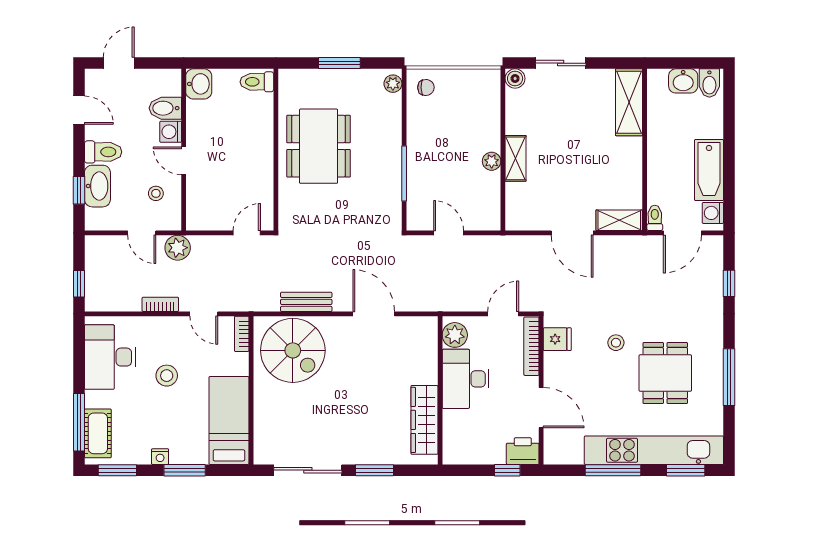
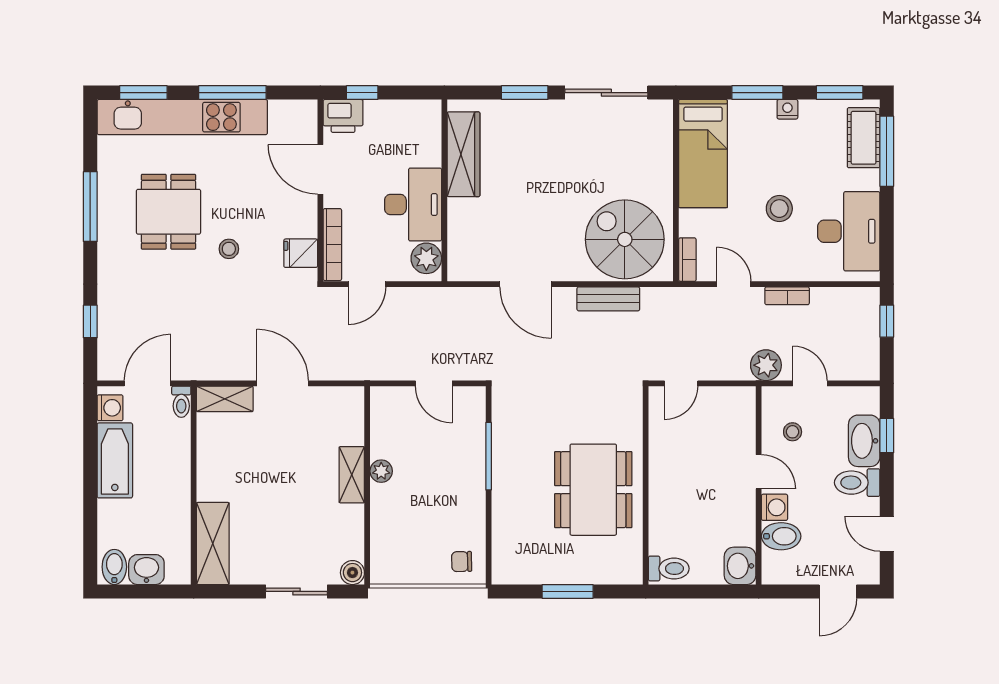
plant: (393, 84) -> (502, 566), removed

